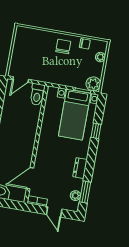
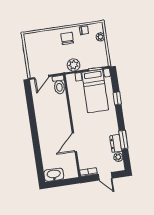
plant: (93, 84) -> (73, 65), moved
dresser: (80, 168) -> (116, 144), moved
door: (30, 178) -> (74, 142), moved
window: (85, 192) -> (123, 140), moved

